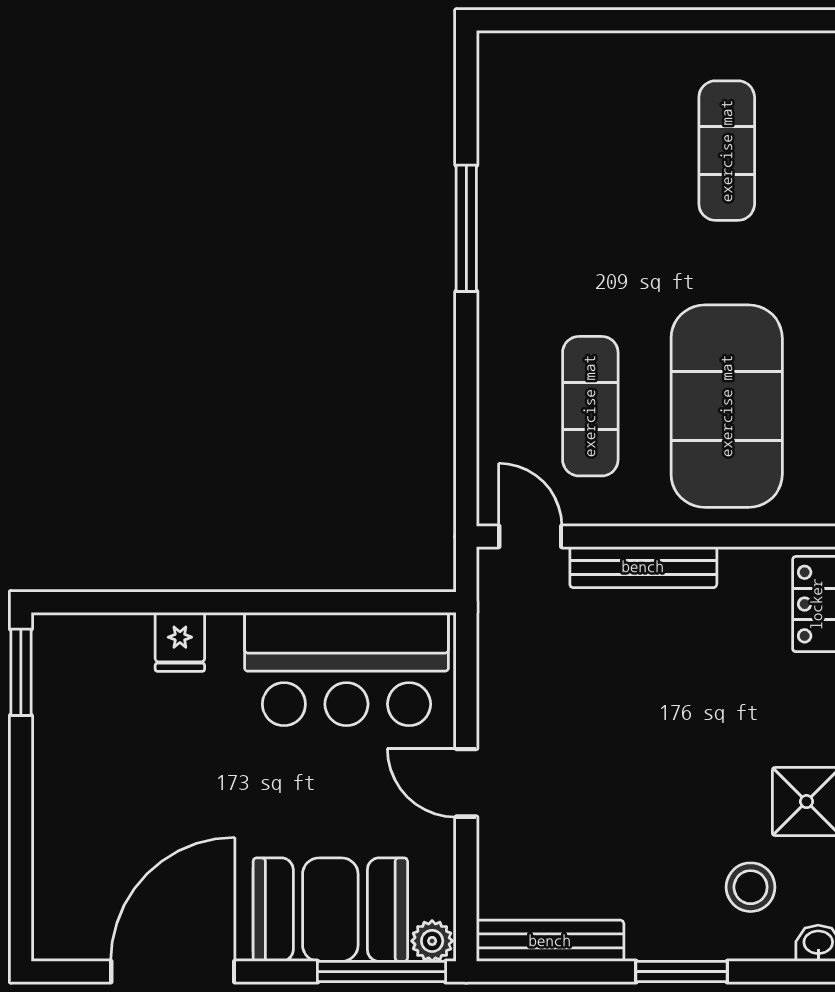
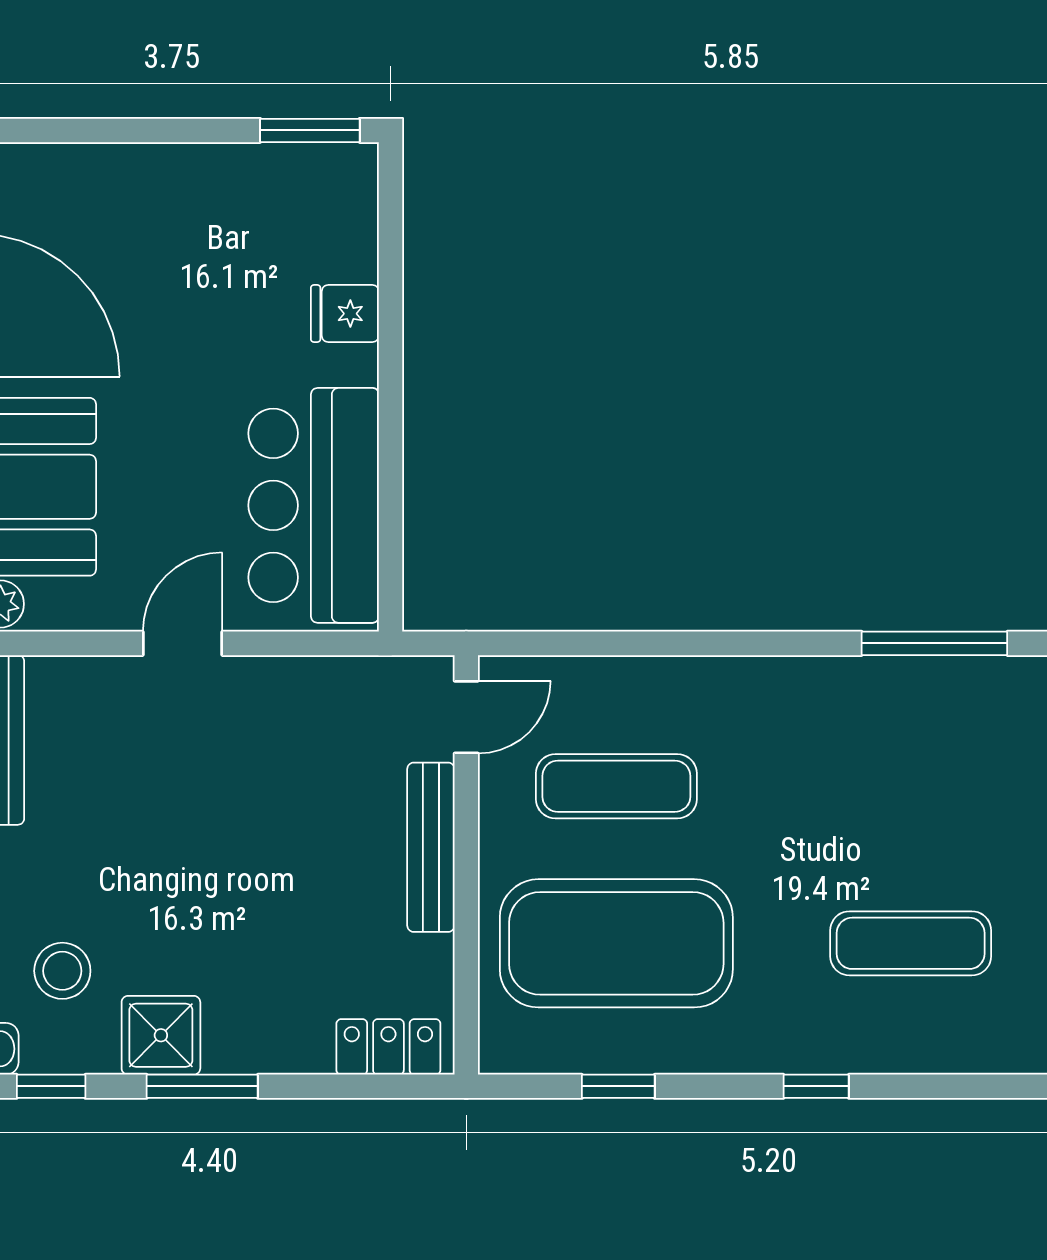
window: (466, 228) -> (934, 643), moved

